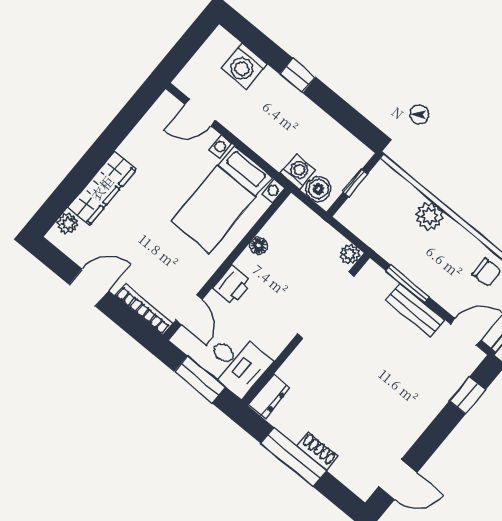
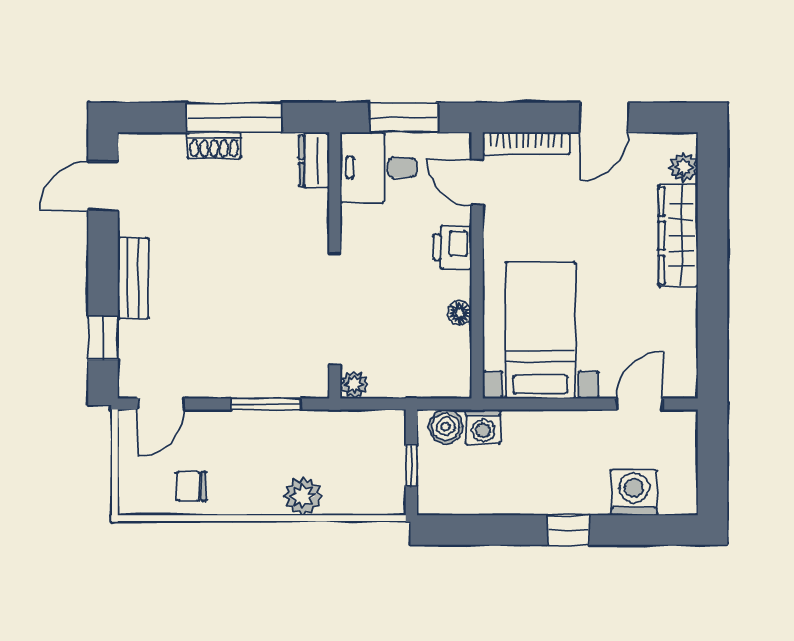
bench: (415, 310) -> (133, 278), moved, turned 90

